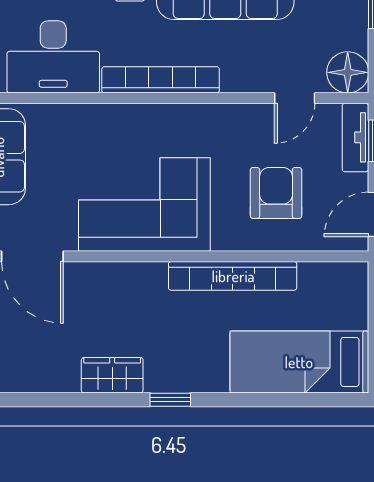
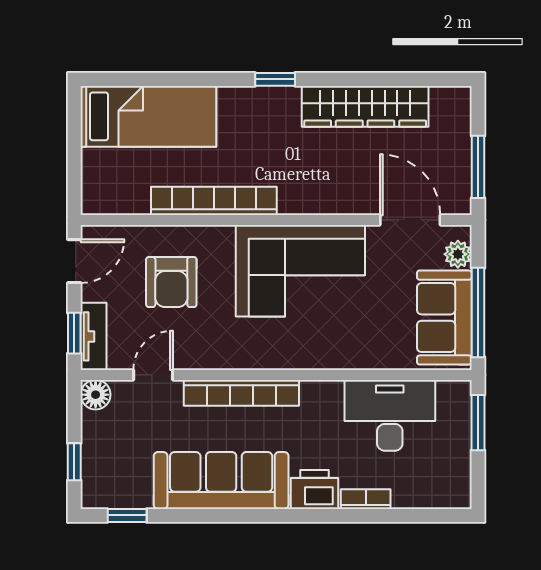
floor lamp: (348, 72) -> (96, 395), width x0.73, depth x0.73
bookcase: (161, 80) -> (241, 393), moved
wardrobe: (112, 375) -> (365, 106), width x2.10, depth x1.17

